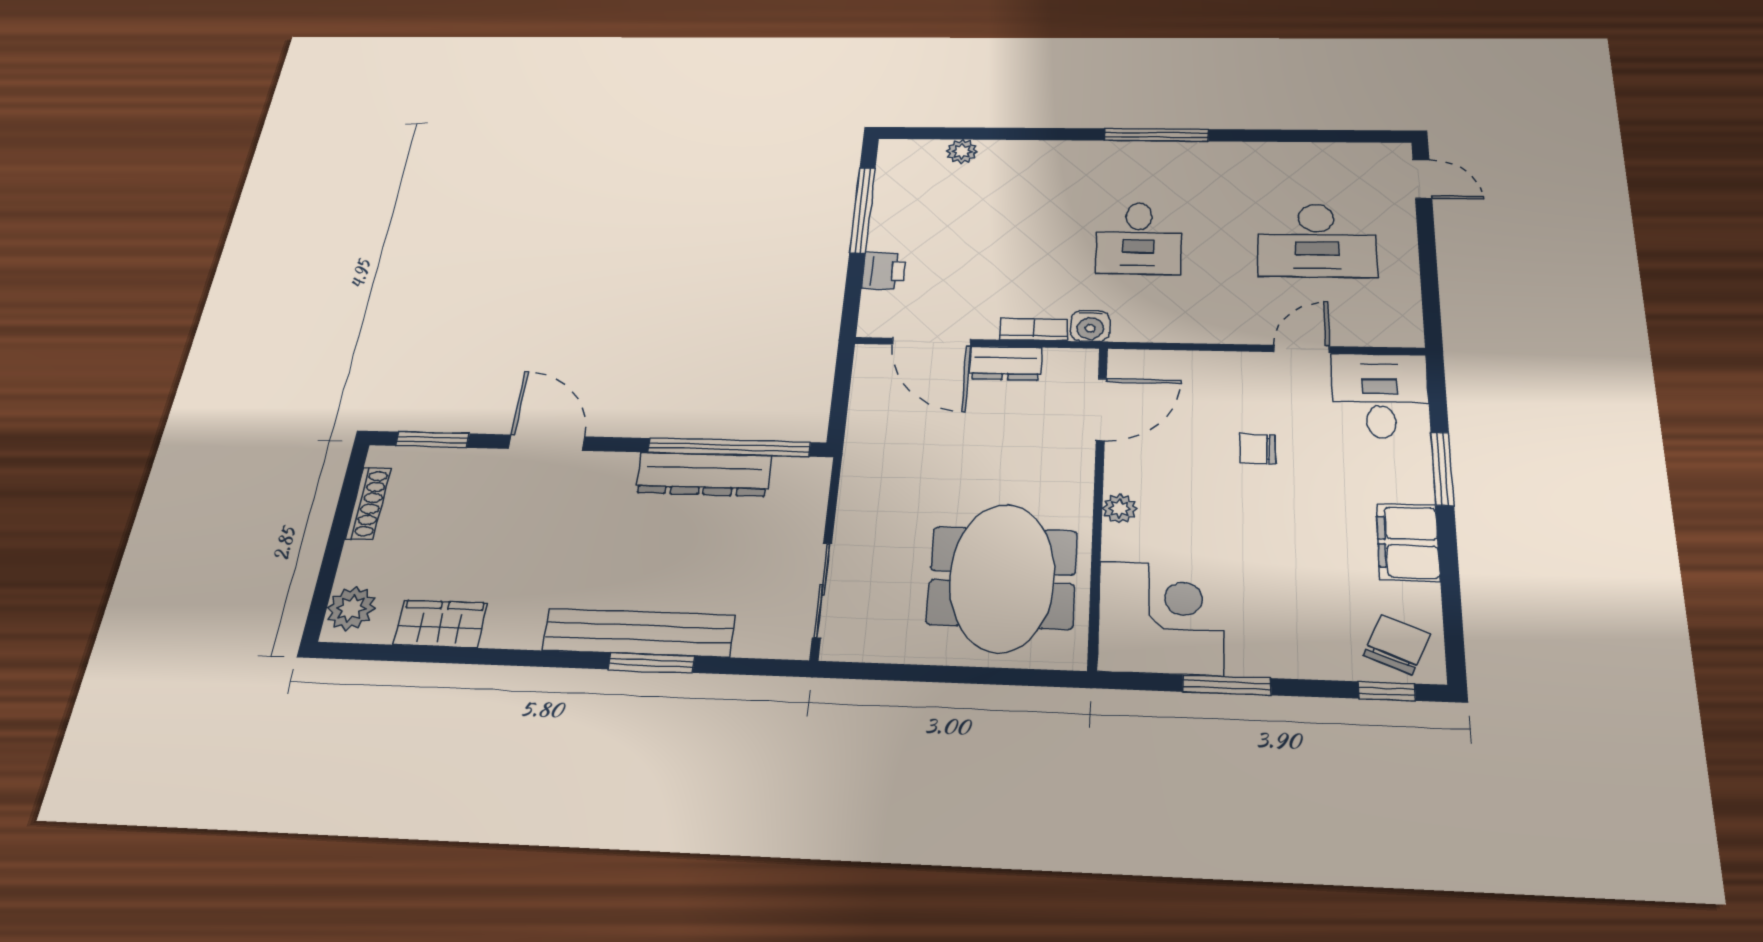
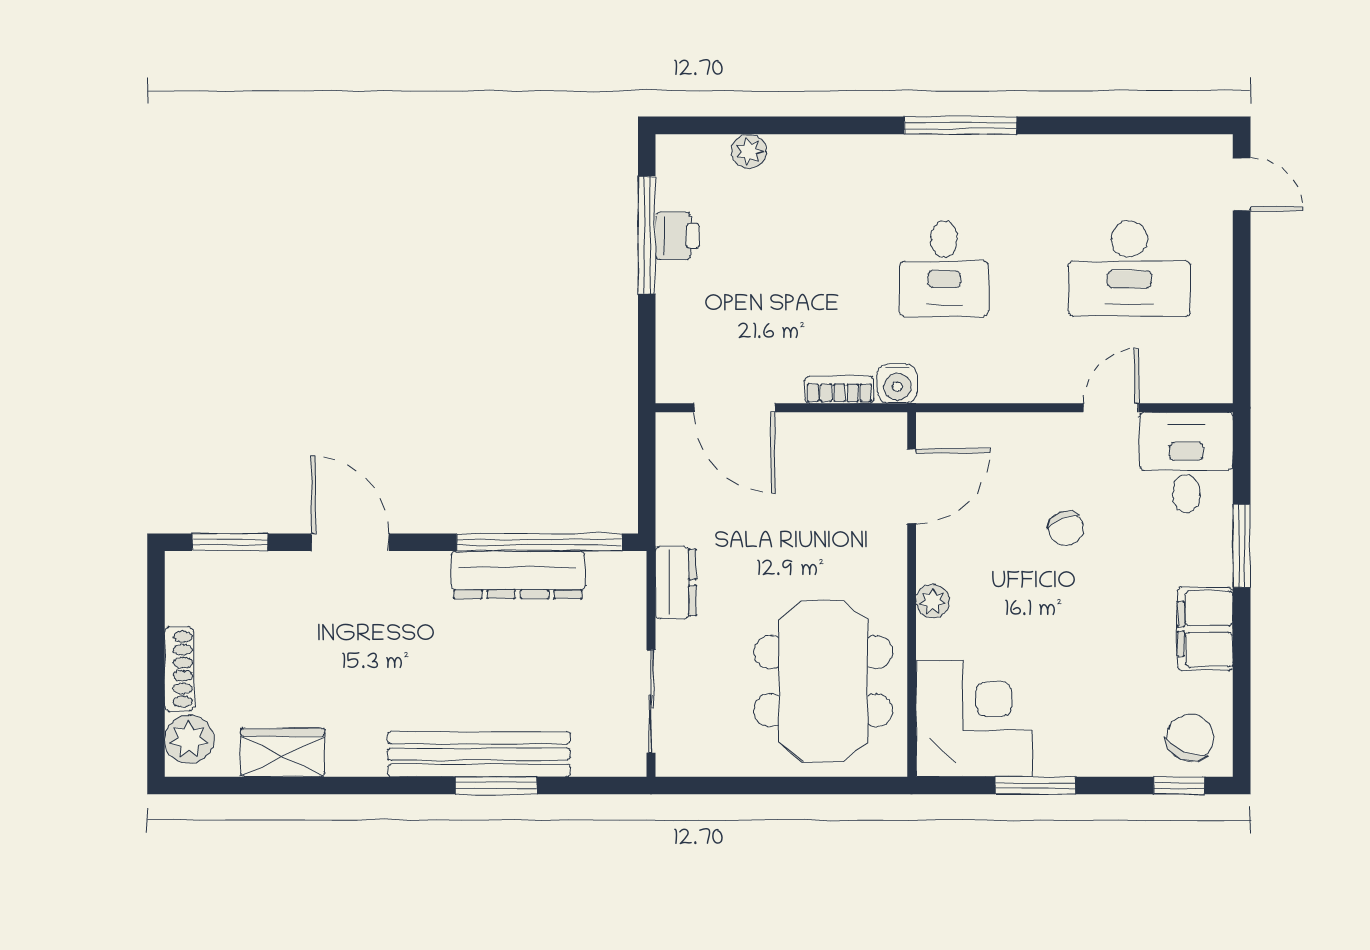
printer: (884, 271) -> (677, 236), moved
dresser: (1006, 363) -> (676, 582), moved, turned -90
chair: (1258, 449) -> (1066, 528), turned -110
shoe rack: (368, 503) -> (179, 669), moved

